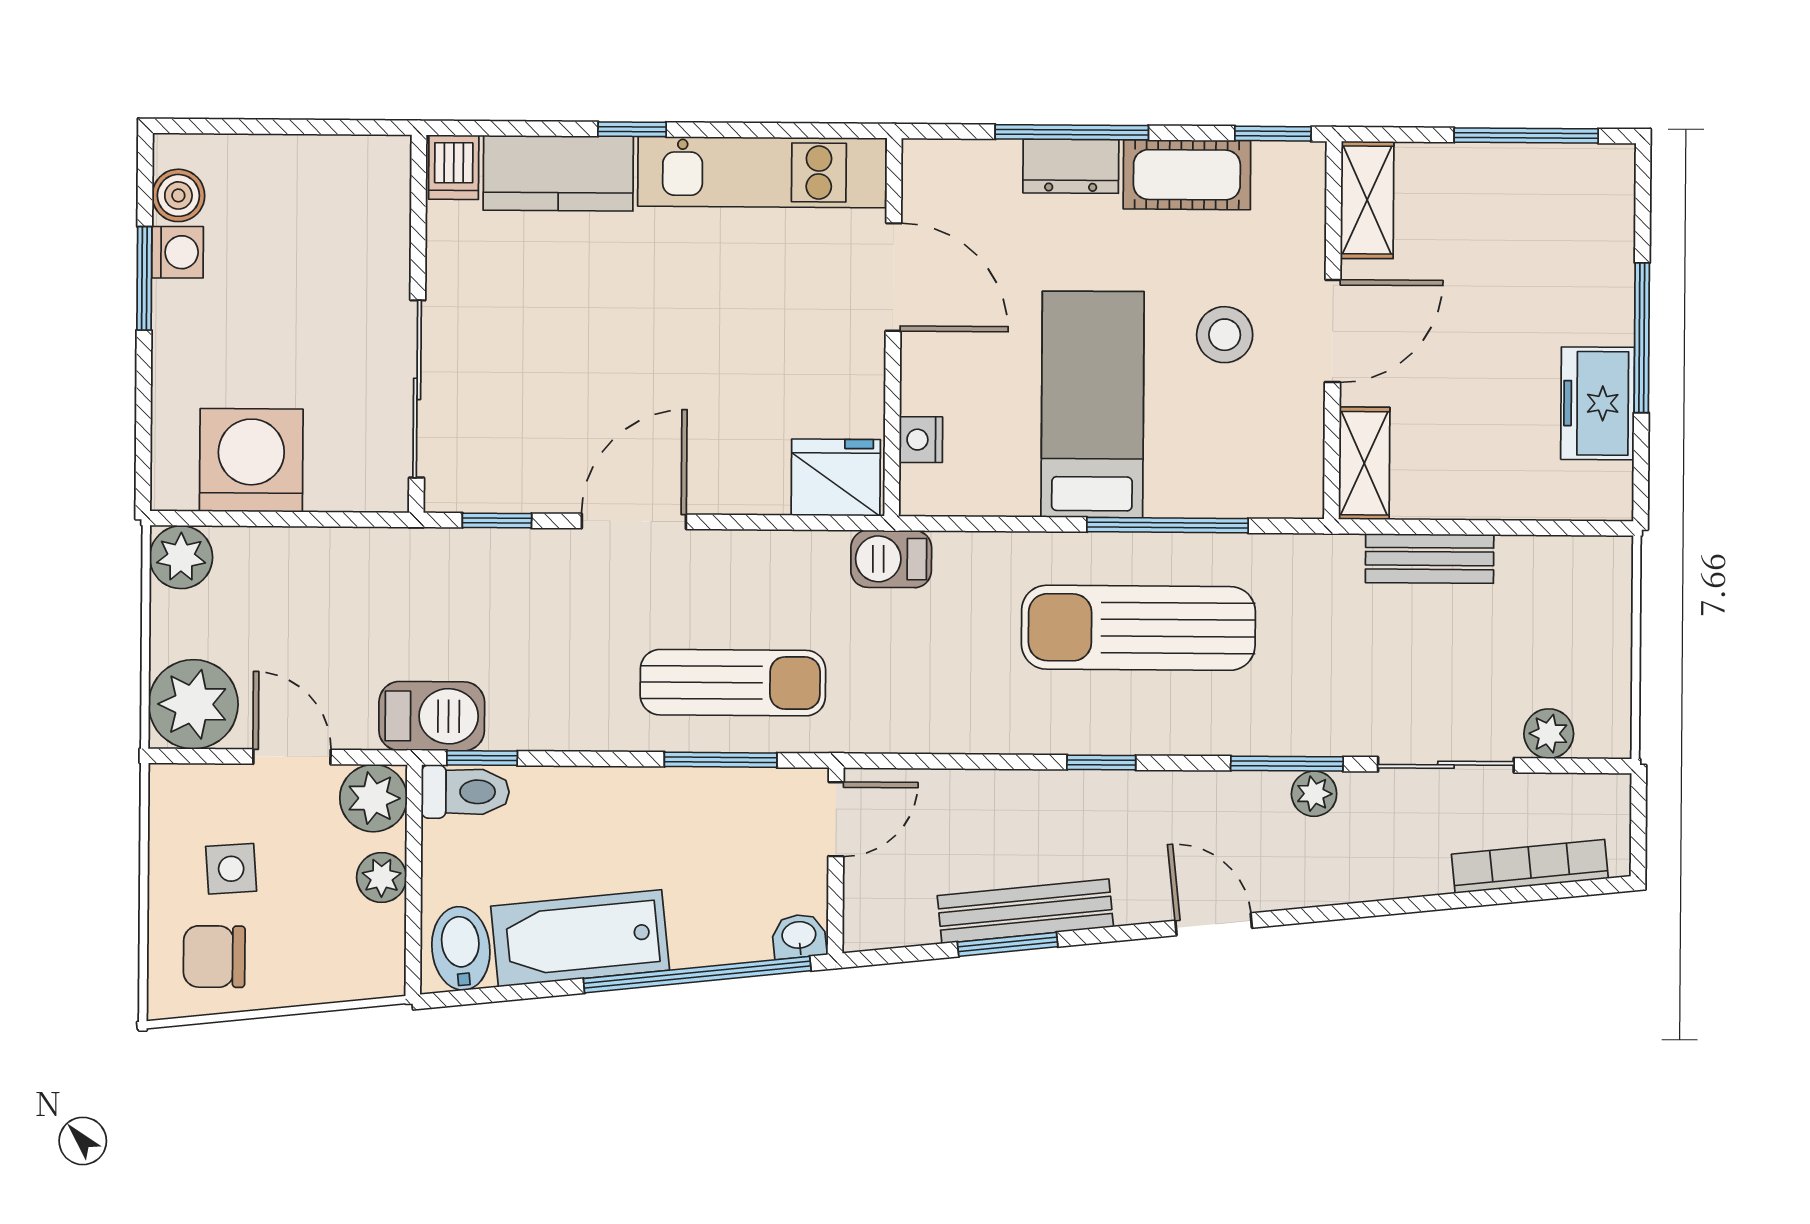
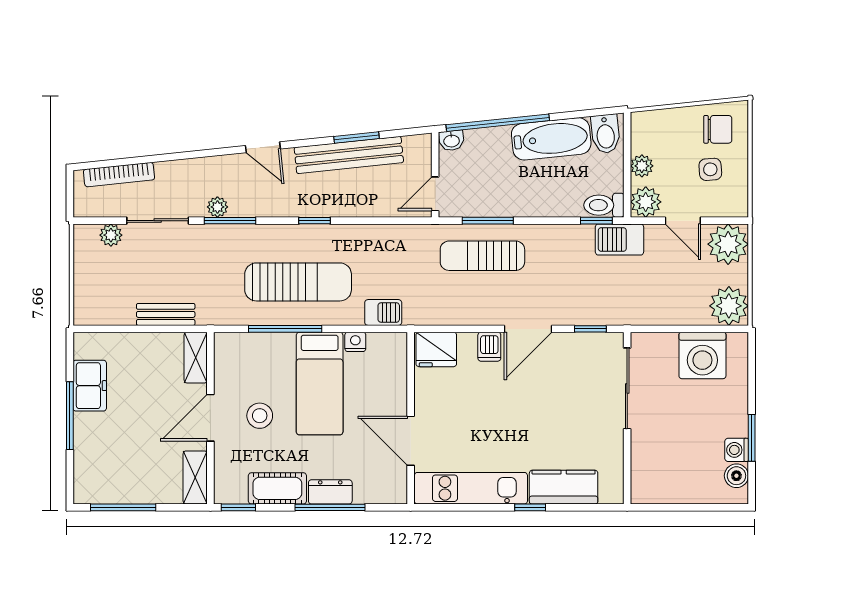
dishwasher: (454, 167) -> (489, 347), moved, turned 180
nightstand: (921, 440) -> (355, 342), moved, turned -90
plant: (181, 557) -> (729, 306), width x1.36, depth x1.36
barbecue: (891, 559) -> (383, 313), moved
bench: (1025, 911) -> (349, 155), width x1.37, depth x1.21

